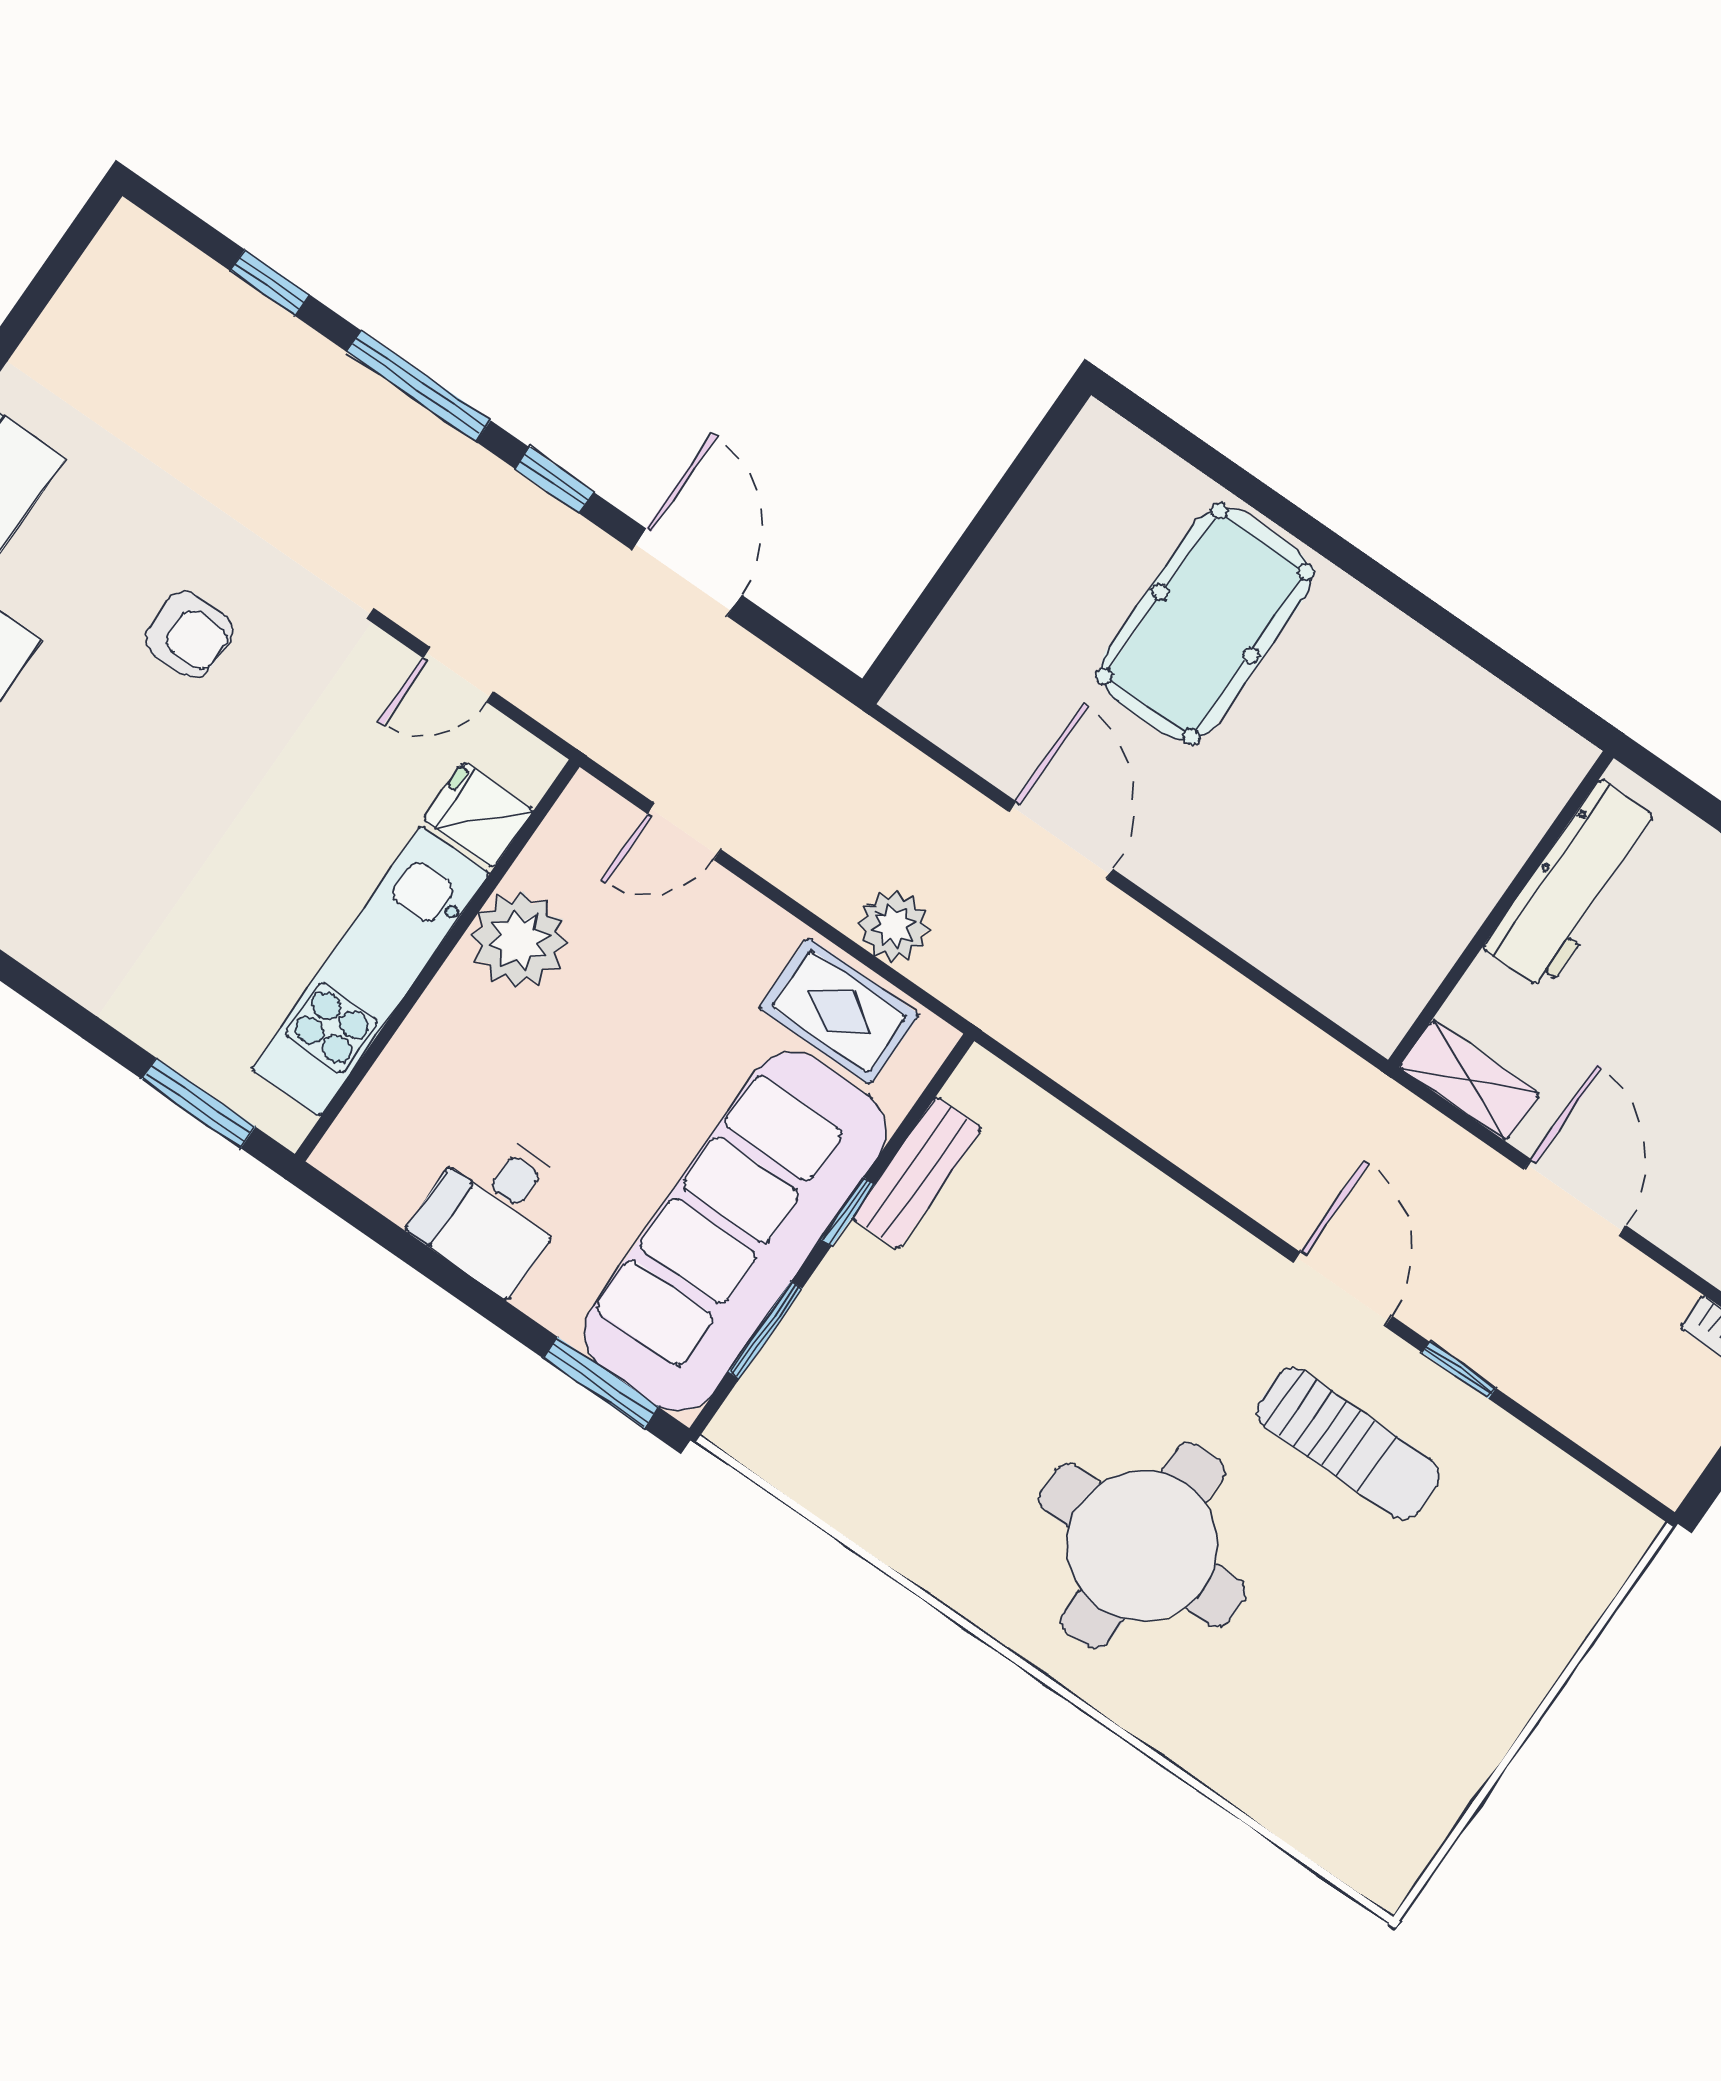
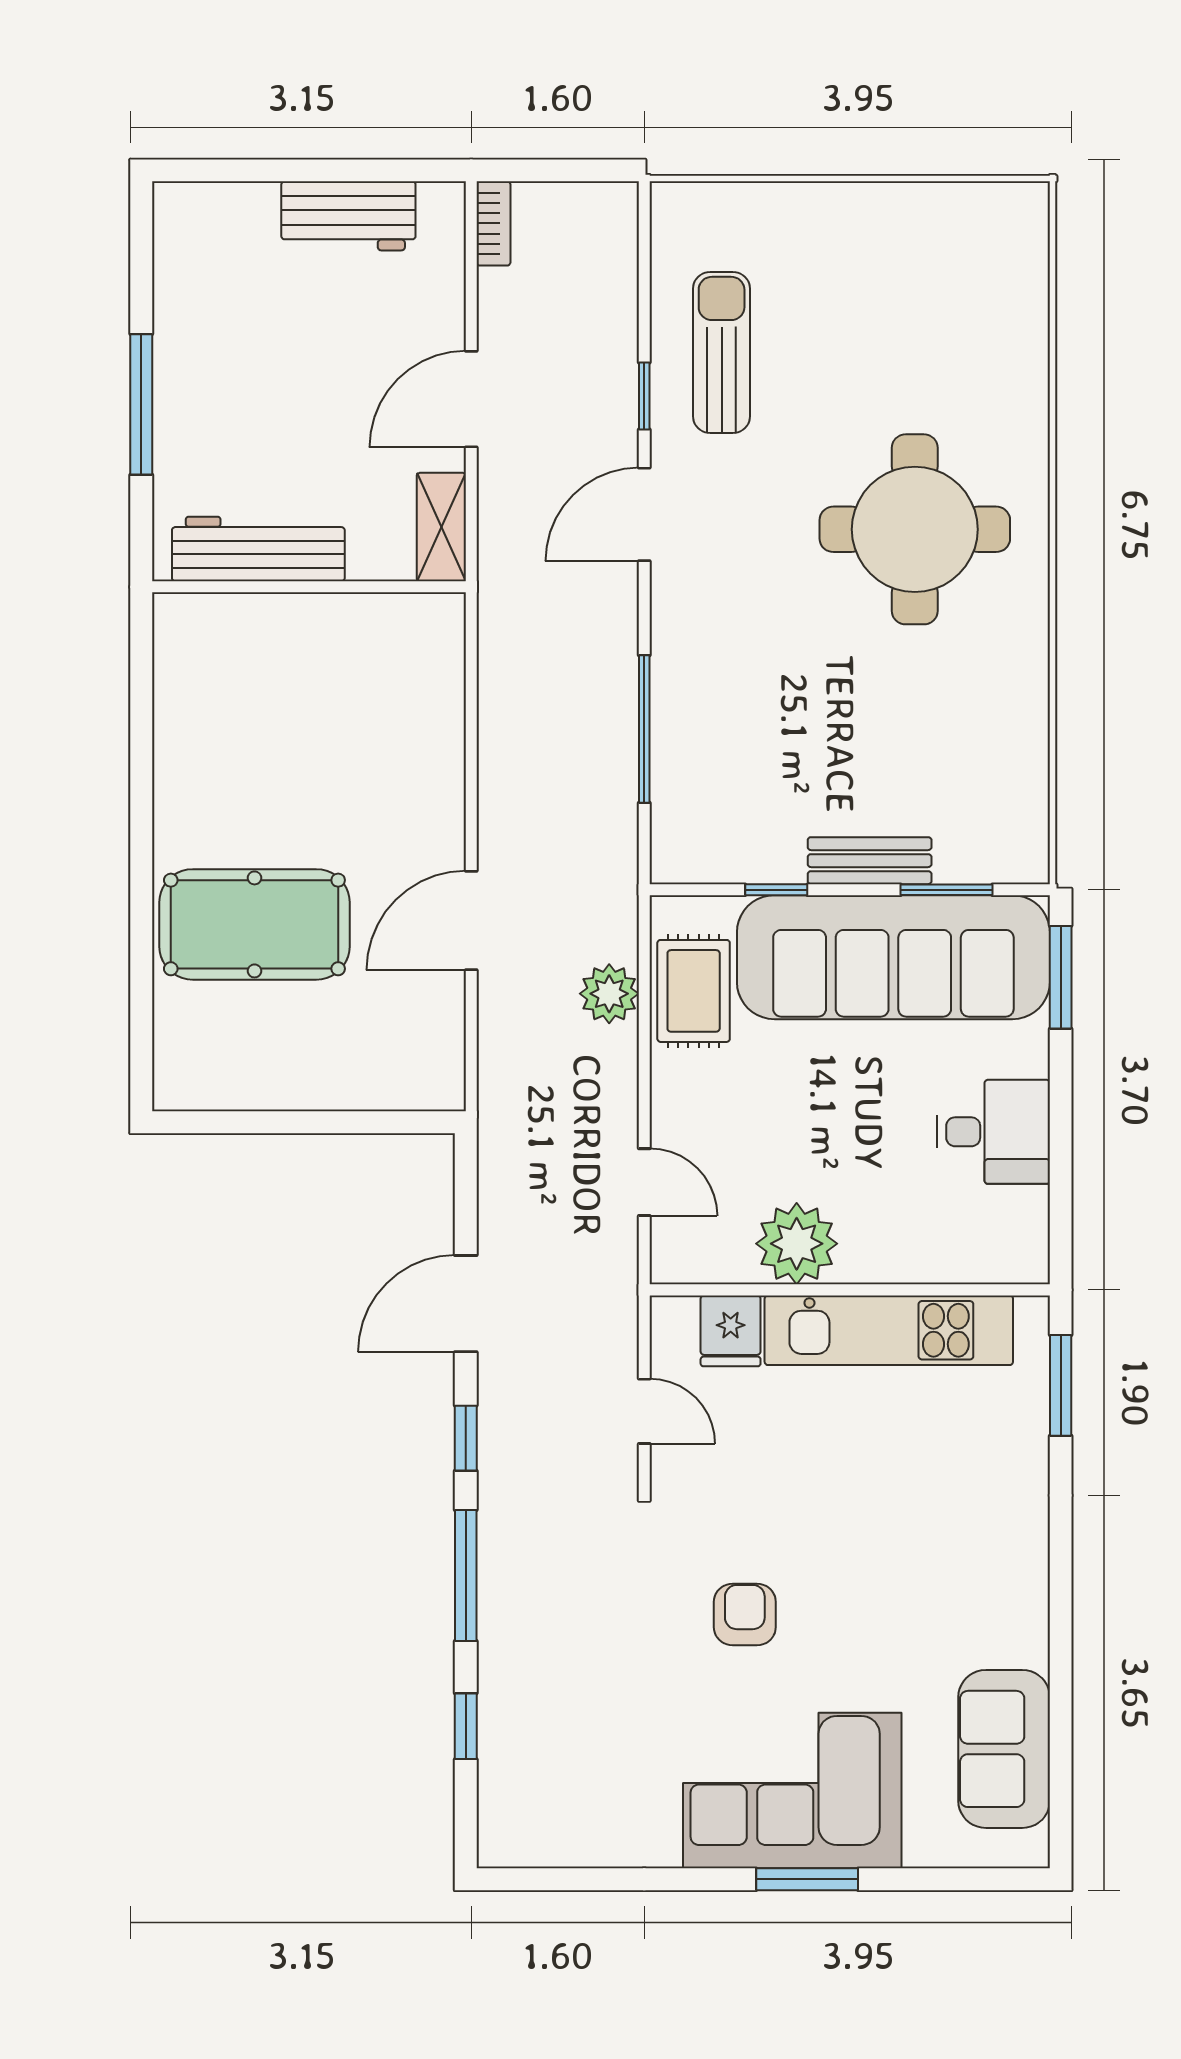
window: (1131, 1142) -> (644, 729), added
bench: (917, 1173) -> (870, 861), moved
window: (848, 1212) -> (776, 890), moved
sun lounger: (1348, 1443) -> (722, 352), moved

